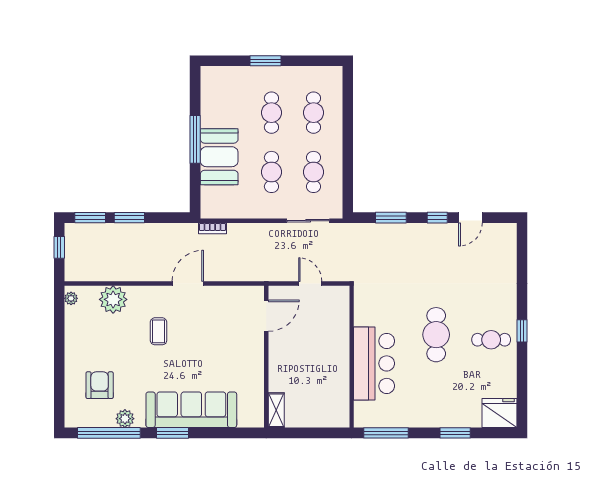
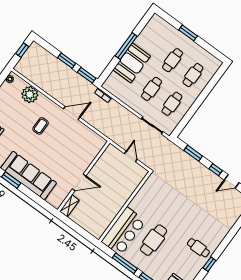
window: (90, 218) -> (87, 75), moved
door: (266, 316) -> (79, 182), moved
window: (522, 331) -> (209, 264), moved
cafe table: (436, 335) -> (154, 240), moved
bar counter: (374, 363) -> (124, 231), moved
window: (386, 433) -> (125, 263), moved

